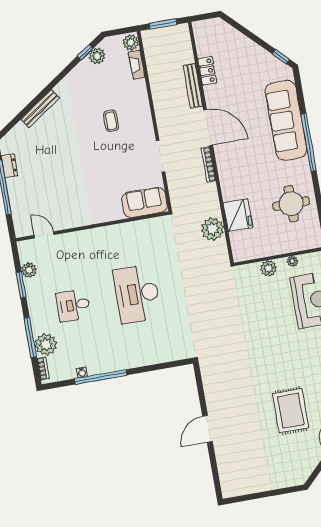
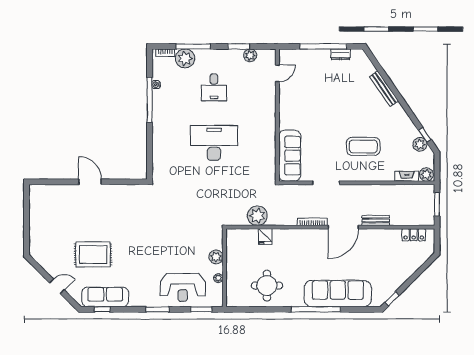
locker: (207, 71) -> (414, 235), moved
bench: (193, 86) -> (376, 220), width x0.73
coffee table: (111, 121) -> (363, 146), width x1.86, depth x1.72
sofa: (144, 202) -> (290, 156), width x1.36
fridge: (238, 215) -> (265, 237), width x0.53, depth x0.75
desk: (73, 305) -> (214, 87), turned 180

